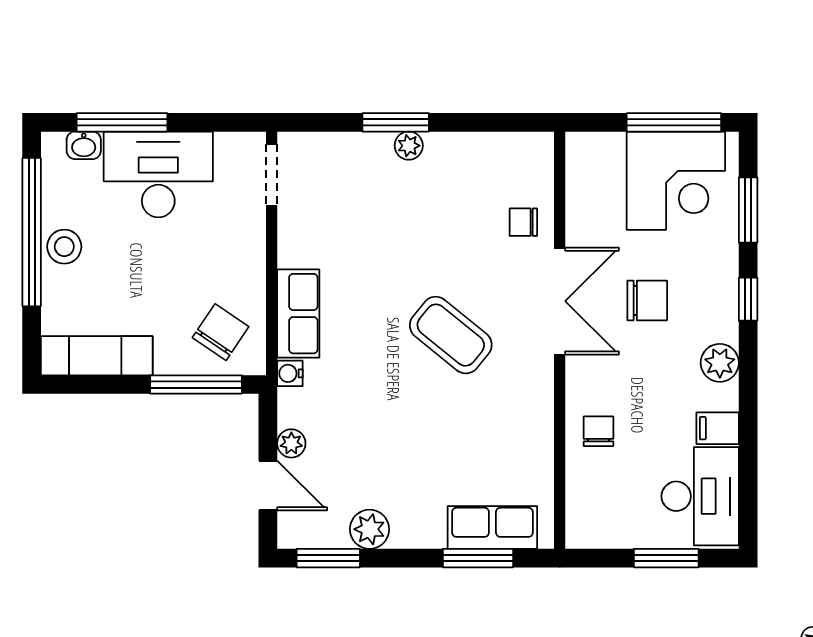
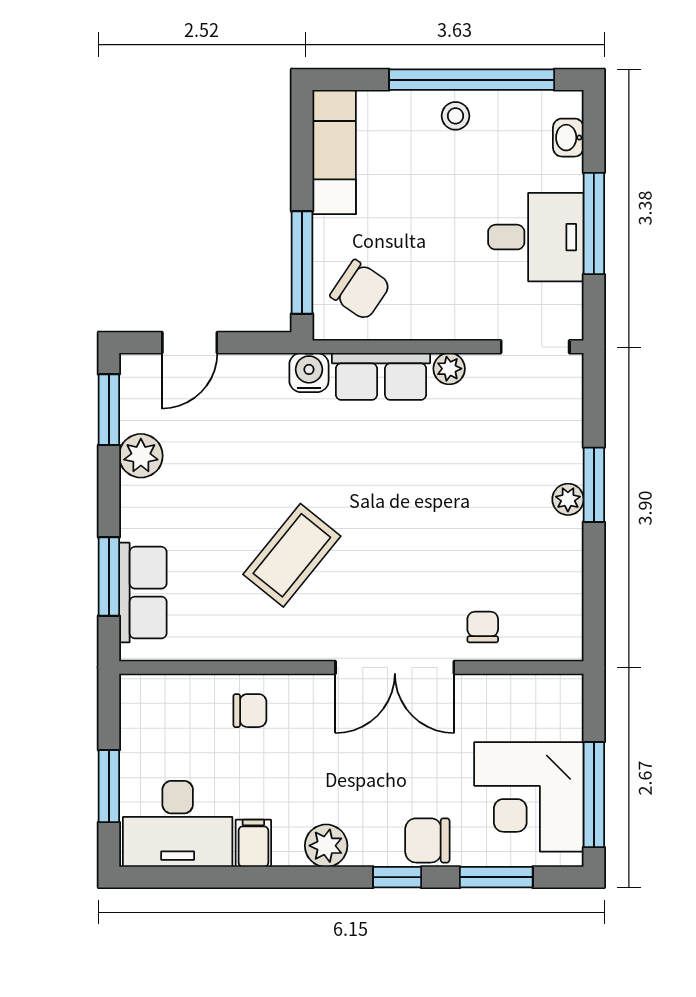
window: (122, 122) -> (594, 223), moved
desk: (158, 174) -> (536, 237), width x0.73
stool: (64, 247) -> (455, 116), width x0.73, depth x0.73
chair: (647, 300) -> (427, 840), moved, turned 90
coffee table: (451, 335) -> (292, 555), moved
water cooler: (290, 373) -> (309, 373), width x1.38, depth x1.38
plant: (291, 443) -> (449, 369), moved

